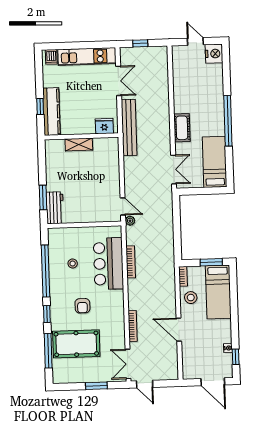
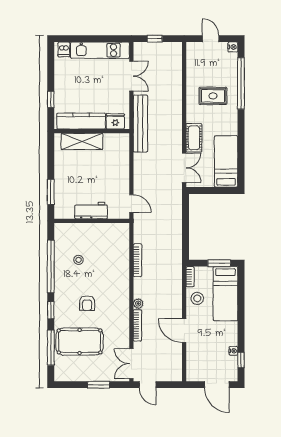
nightstand: (214, 54) -> (233, 47), width x0.53, depth x0.56
rug: (200, 98) -> (213, 96), added
kitchen counter: (51, 112) -> (81, 121), moved, turned -90
window: (228, 121) -> (241, 83), moved
cot: (182, 128) -> (194, 138), moved
shelving: (79, 145) -> (82, 141), width x1.50, depth x1.33
workbench: (55, 208) -> (91, 211), moved, turned -90
plant: (130, 221) -> (138, 304), moved
bar counter: (108, 264) -> (115, 261), removed

